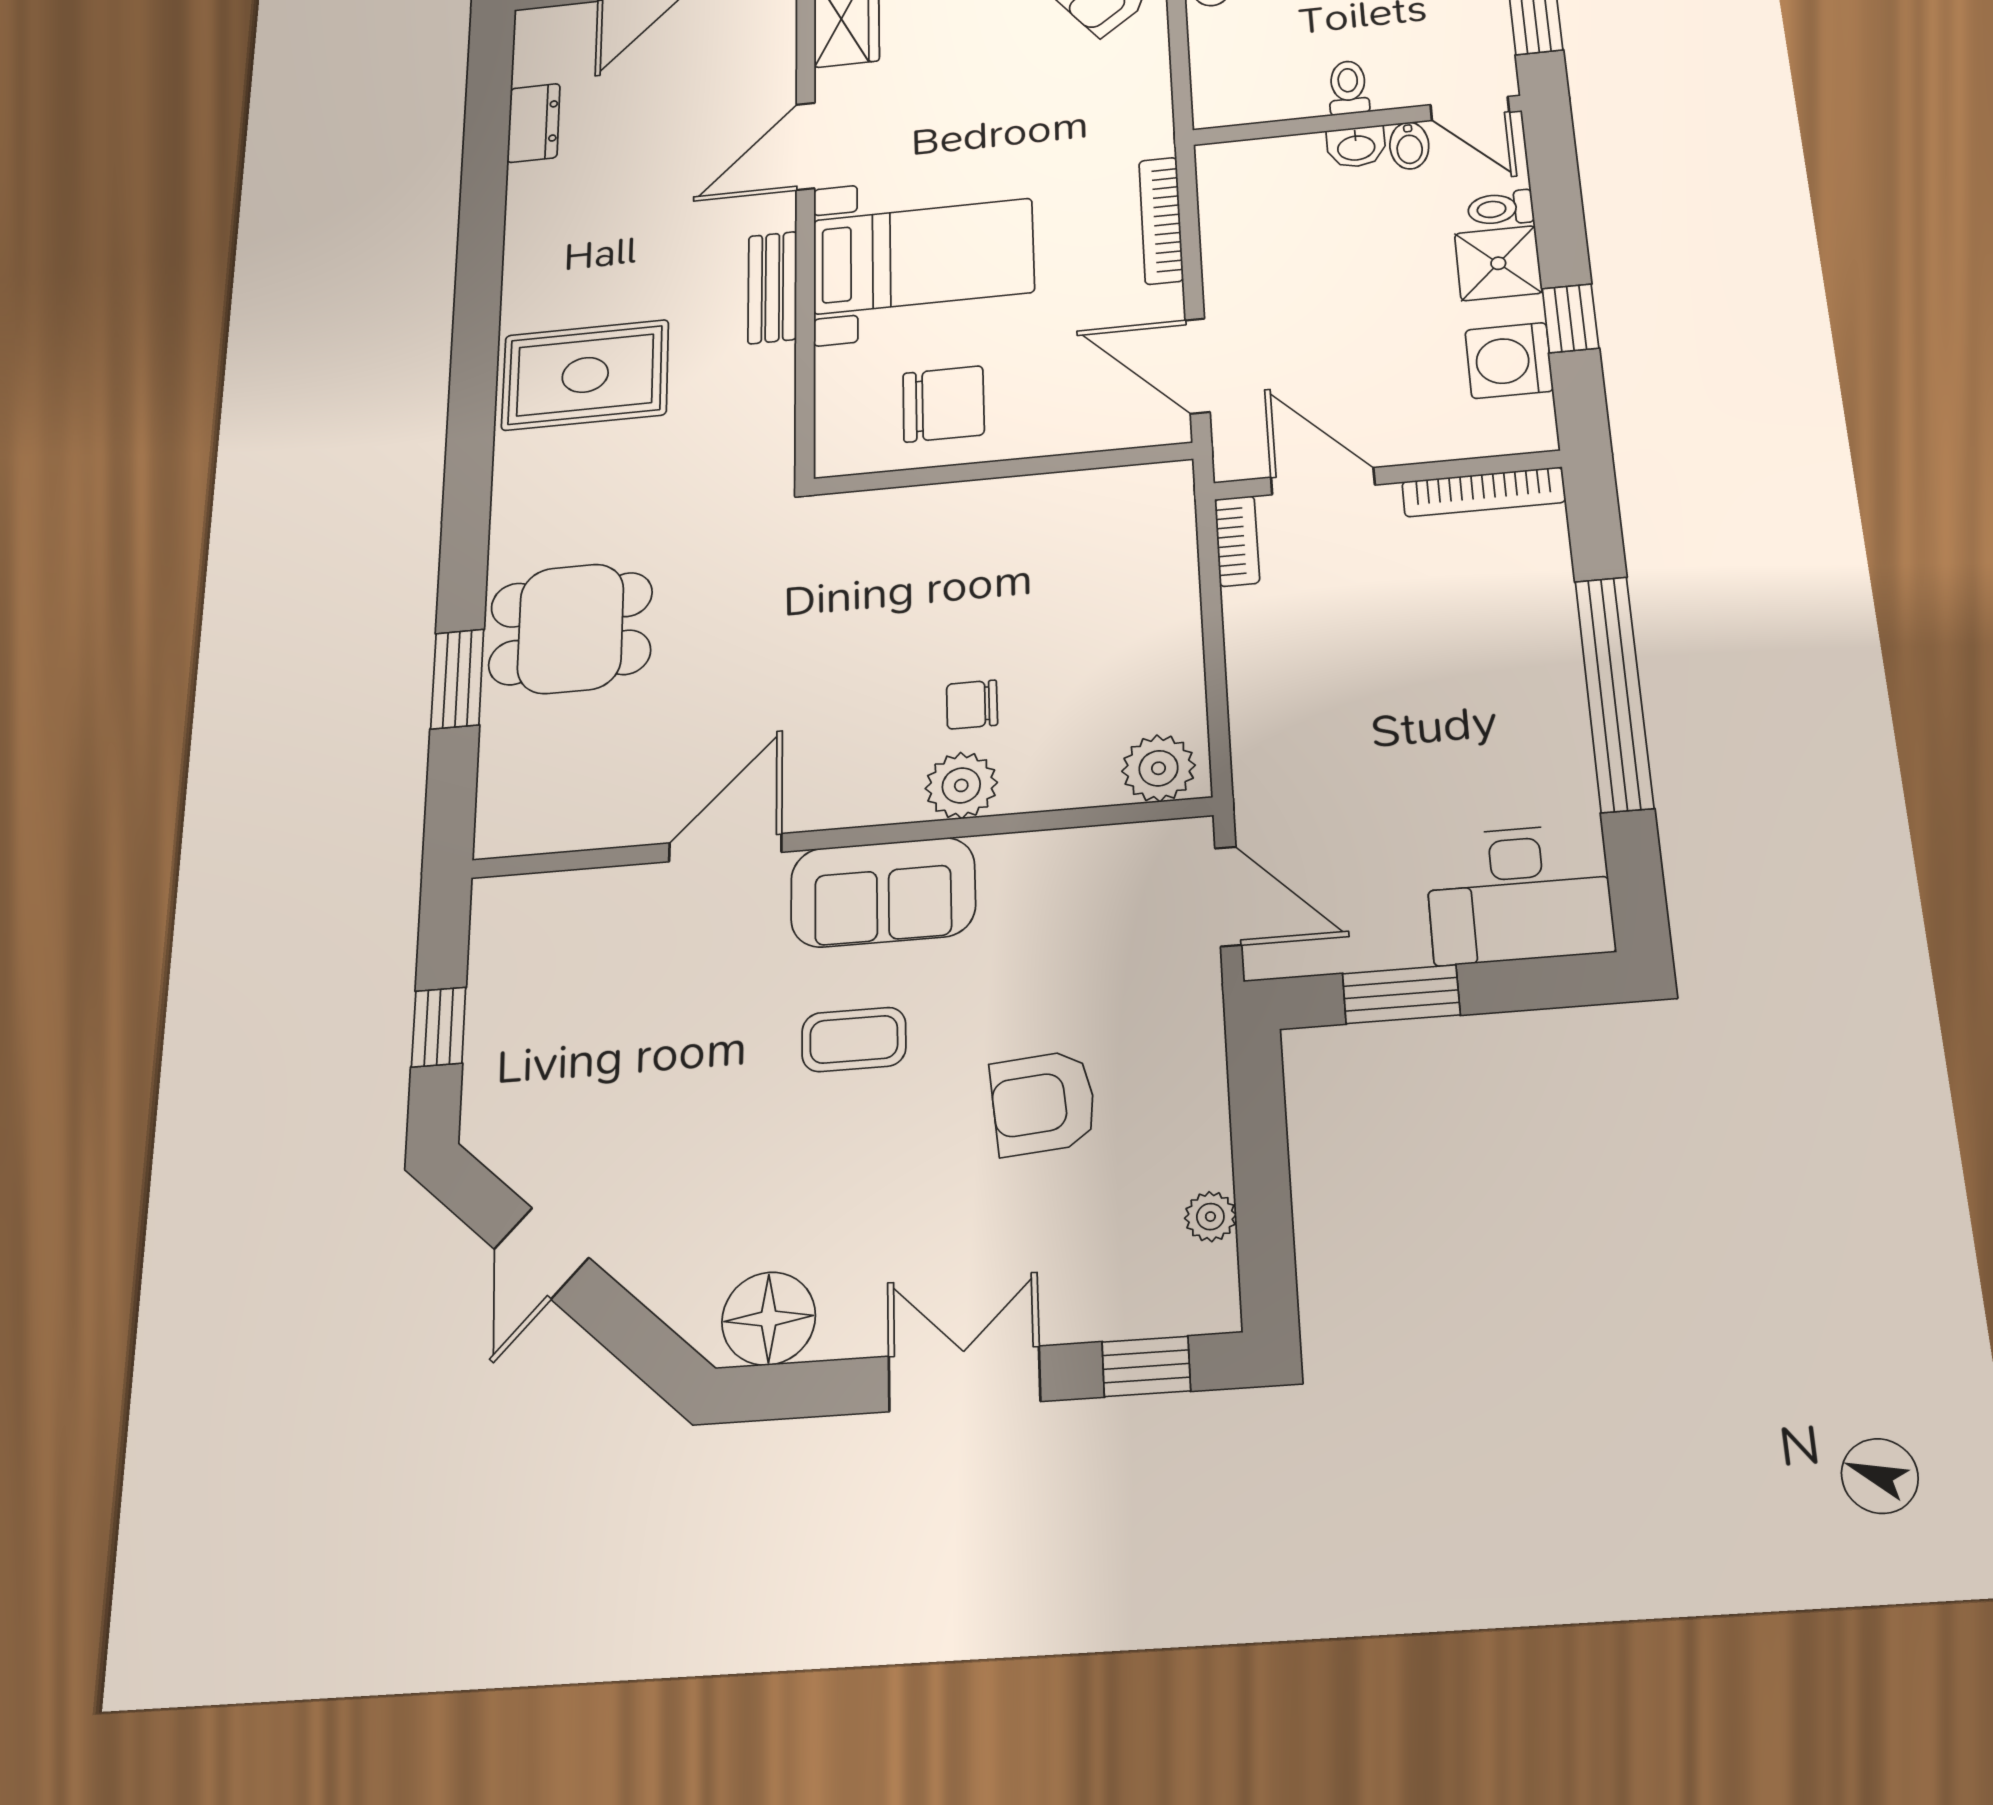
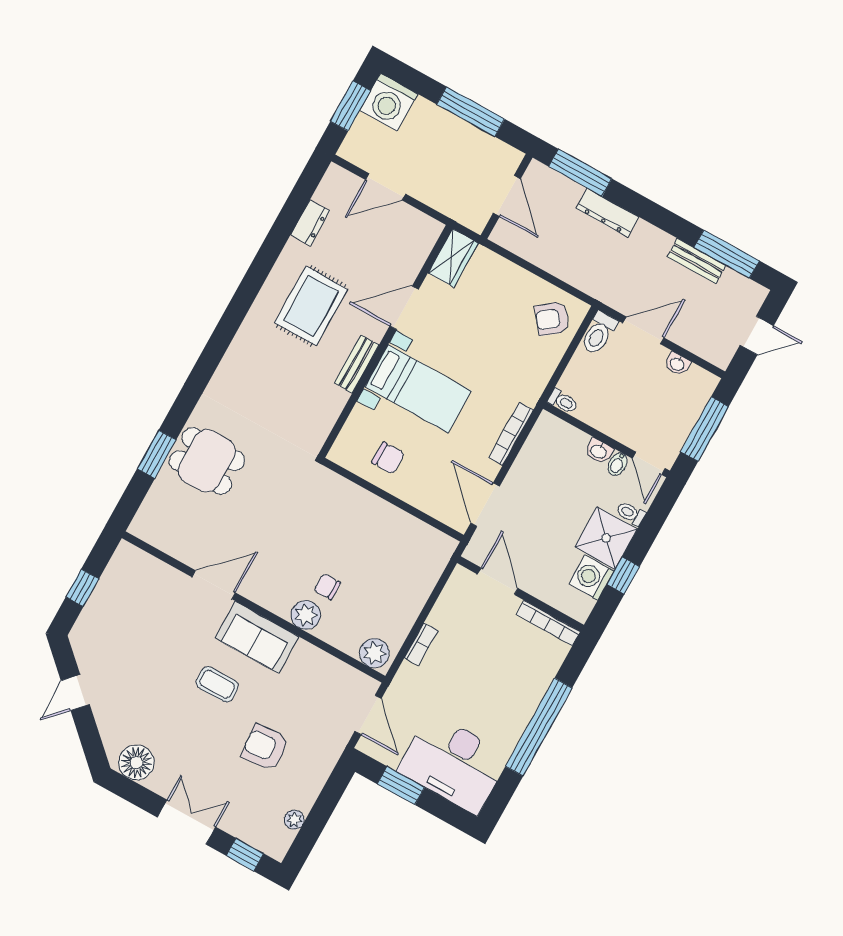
toilet: (1348, 88) -> (563, 401), moved, turned 90
shower: (1498, 263) -> (606, 538), width x1.36, depth x1.36
rug: (585, 375) -> (311, 306), moved, turned 90
chair: (943, 404) -> (388, 458), width x0.73, depth x0.73
bookcase: (1237, 541) -> (421, 644), moved
desk: (1519, 894) -> (454, 763), width x1.36, depth x1.30

